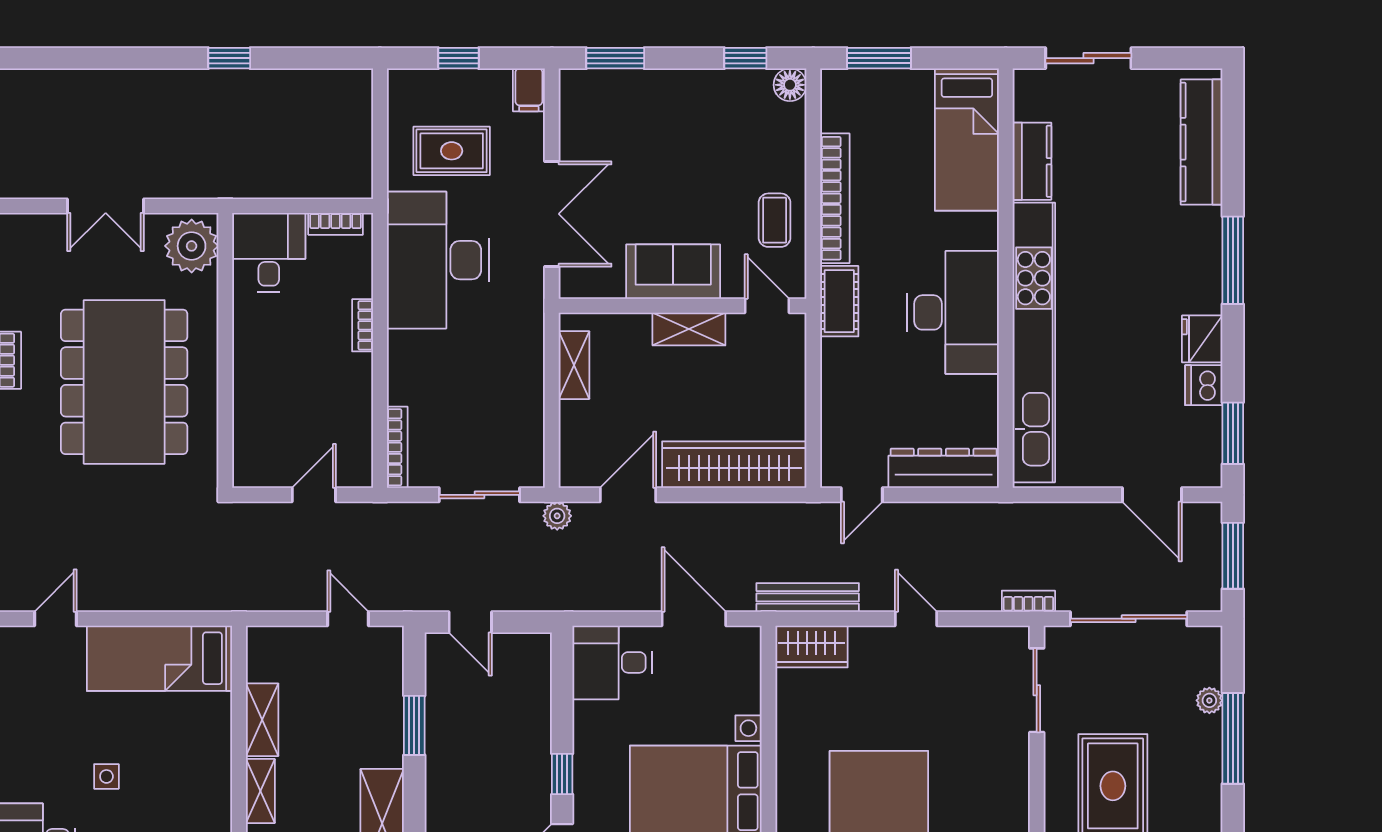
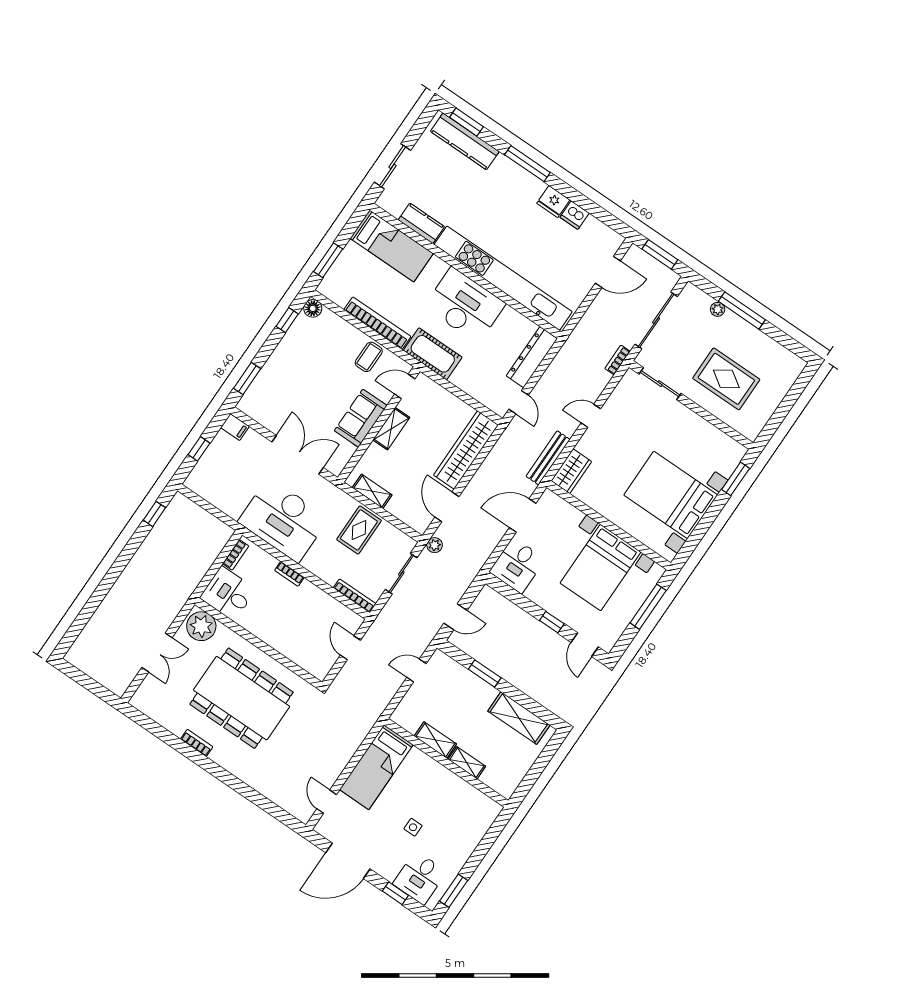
window: (229, 58) -> (154, 514), moved
rug: (452, 151) -> (359, 530), moved
coffee table: (775, 220) -> (369, 357), turned 90
cot: (839, 301) -> (433, 354), width x1.37, depth x1.34
window: (1233, 433) -> (466, 122), moved

